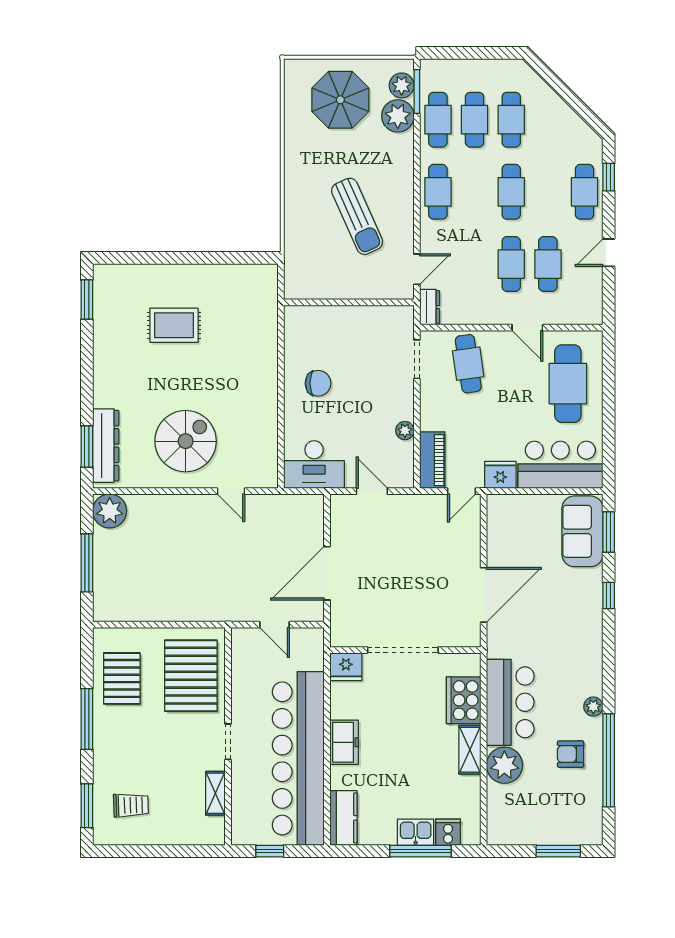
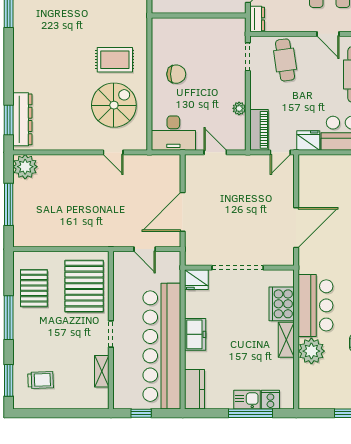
rug: (174, 325) -> (115, 60), moved
spiral stairs: (186, 441) -> (114, 105), moved

